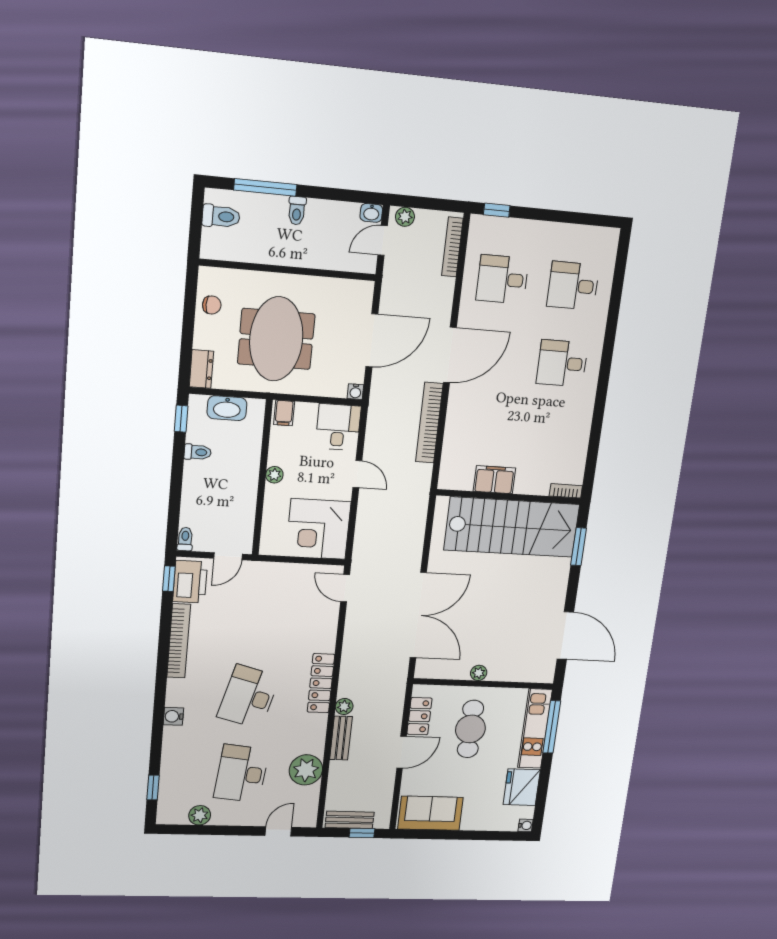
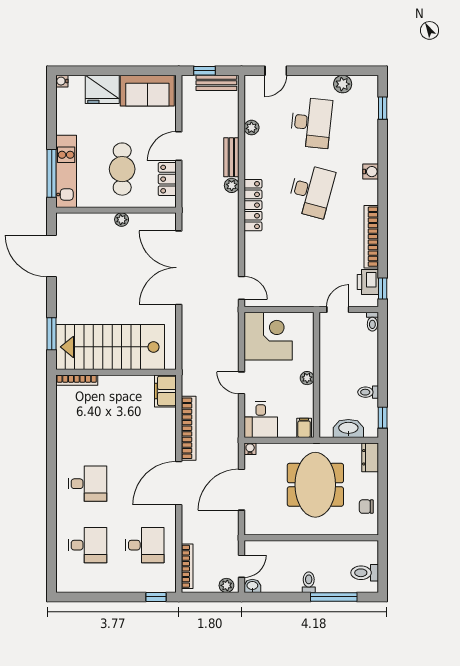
filing cabinet: (494, 480) -> (165, 391), moved, turned 90
bookcase: (566, 491) -> (77, 380), width x1.56
printer: (190, 582) -> (368, 282), width x0.73, depth x0.84
plant: (306, 770) -> (251, 128), width x0.53, depth x0.53
fridge: (522, 787) -> (102, 89), moved, turned 90

